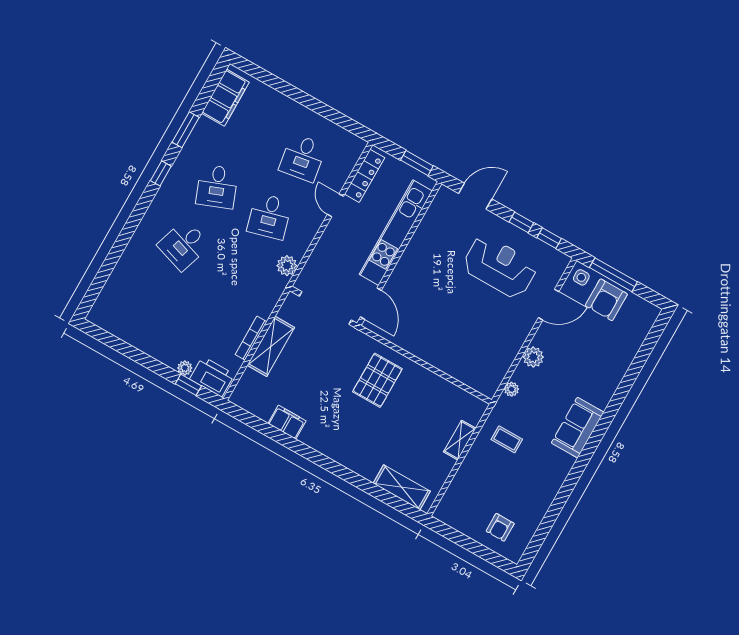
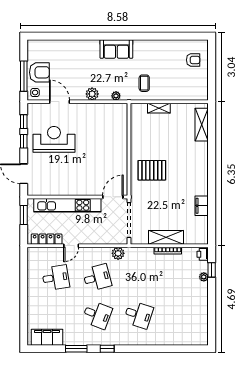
desk: (217, 187) -> (97, 315), turned 42
reception desk: (500, 267) -> (54, 139), turned 90
printer: (212, 377) -> (203, 254), width x0.53, depth x0.68

